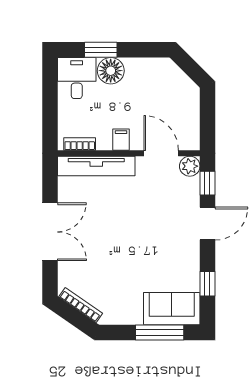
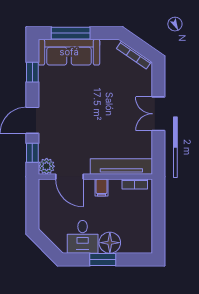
window: (101, 50) -> (103, 259), moved
desk: (77, 78) -> (83, 237), moved
double door: (50, 232) -> (158, 114), width x0.73
sofa: (172, 309) -> (69, 52), width x1.36

